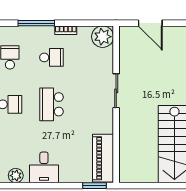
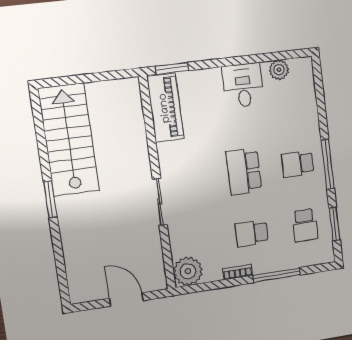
school desk: (51, 104) -> (244, 171), turned 180

